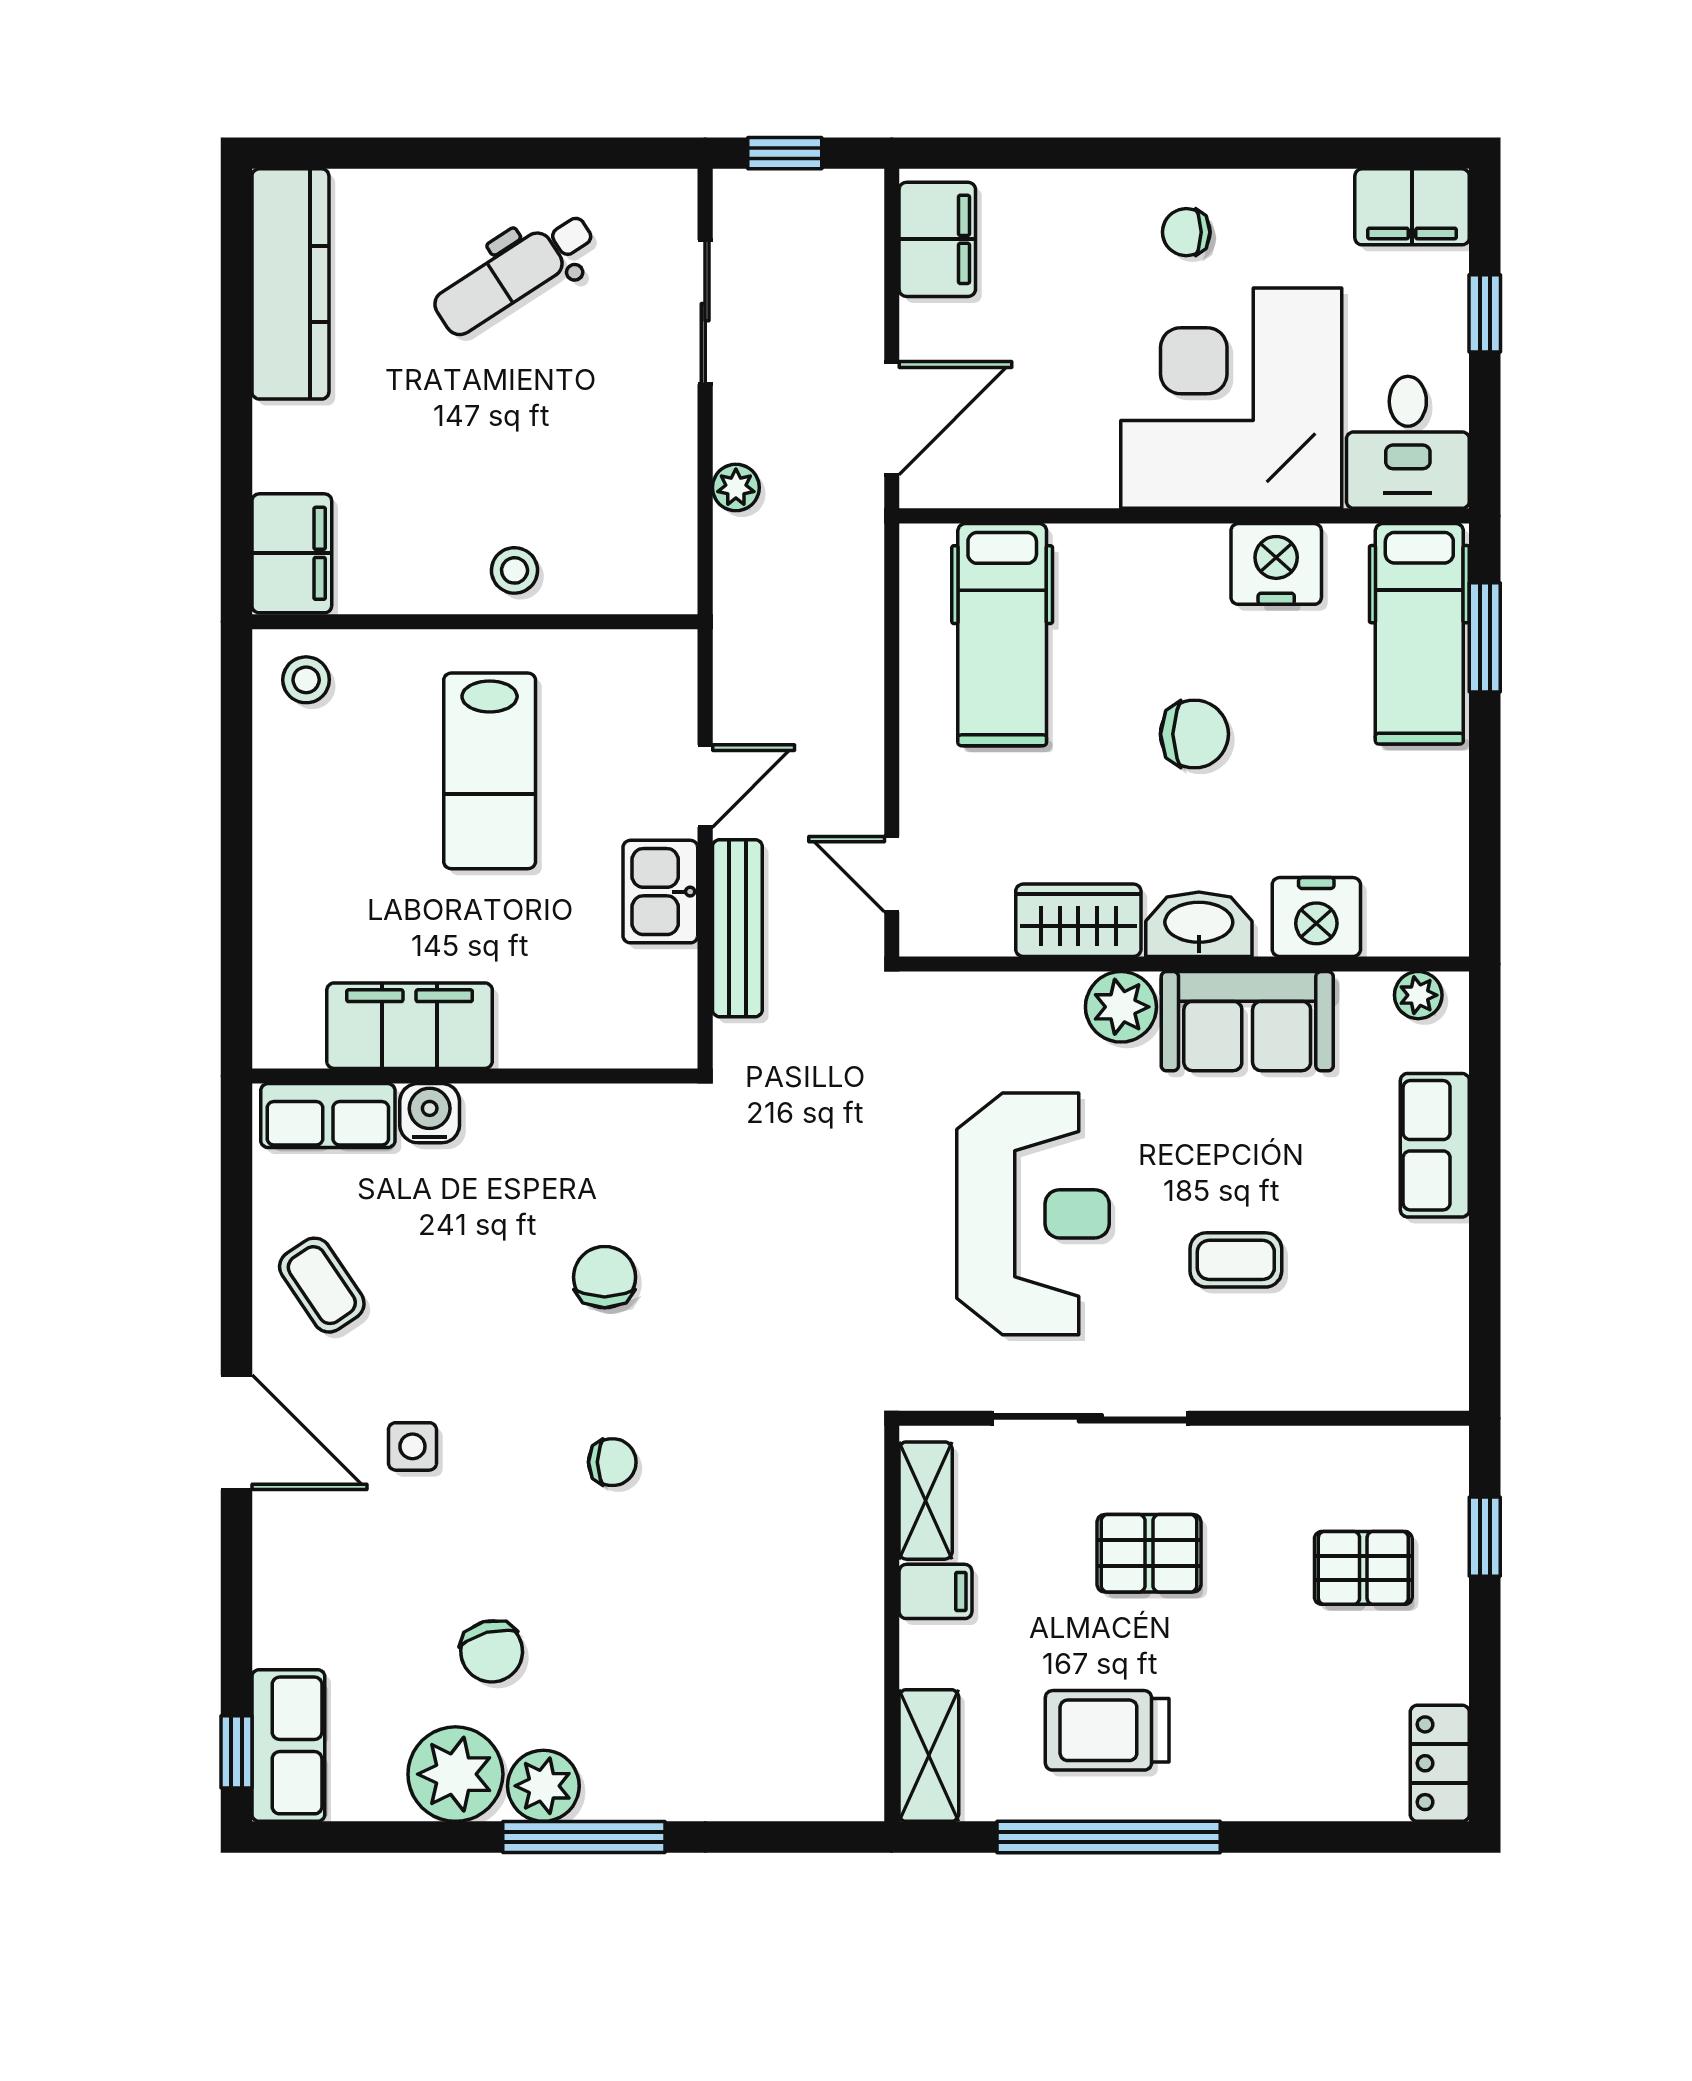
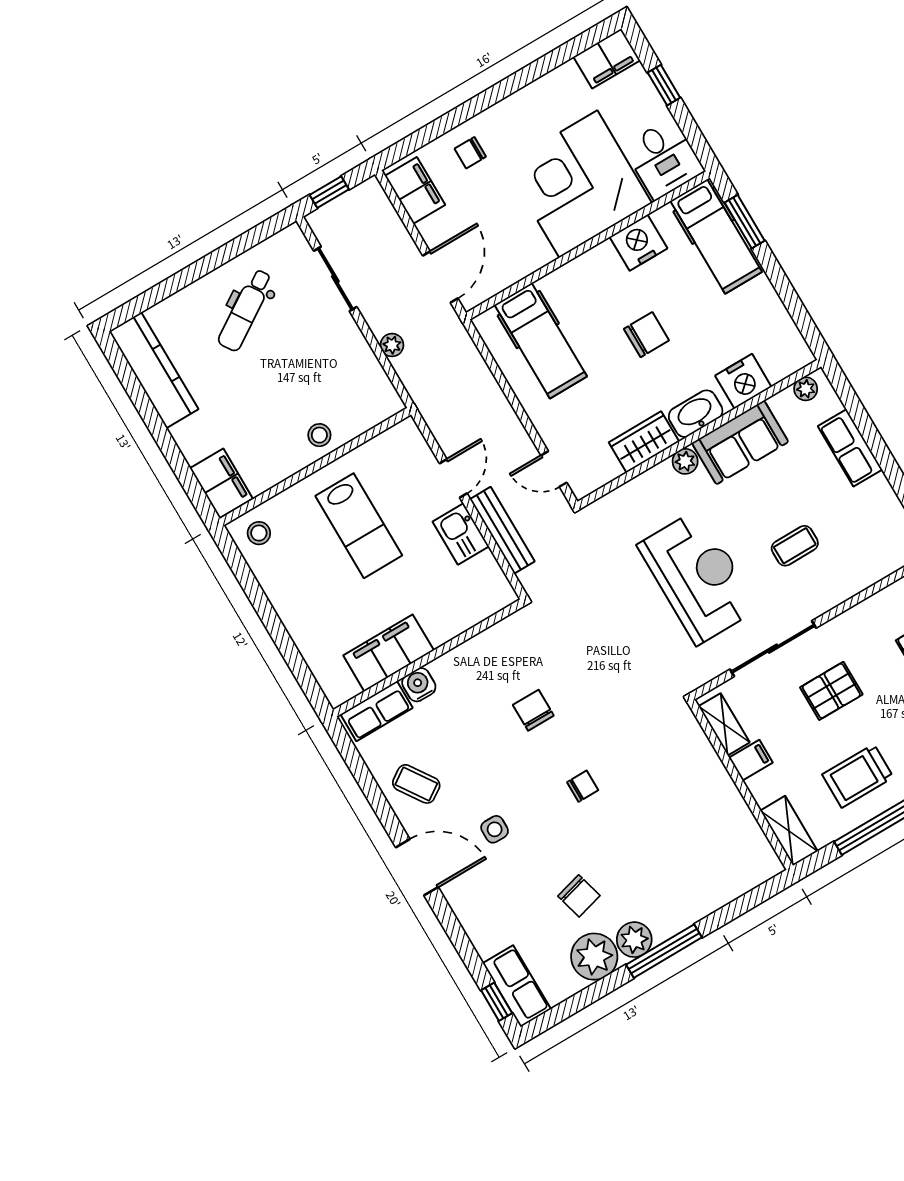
chair: (1186, 232) -> (470, 153), moved
plant: (1121, 1007) -> (685, 461), width x0.73, depth x0.73

